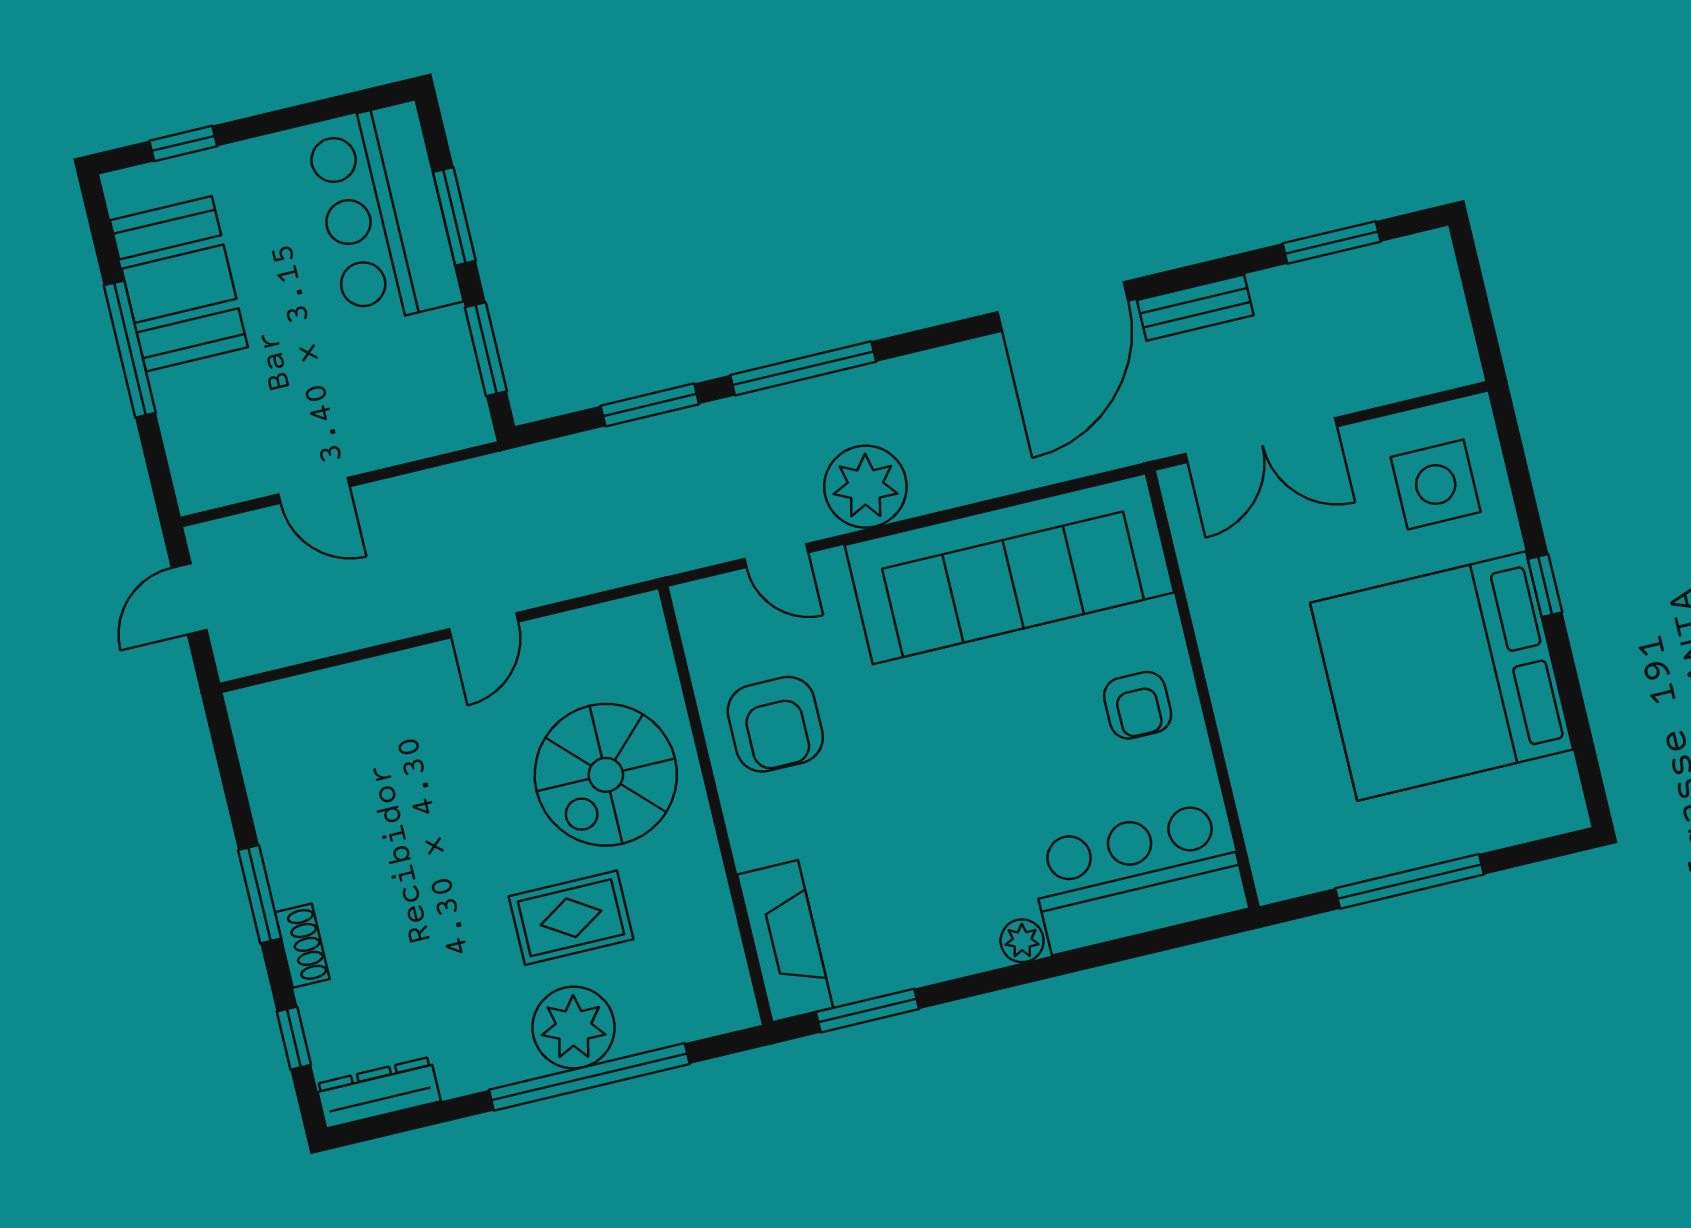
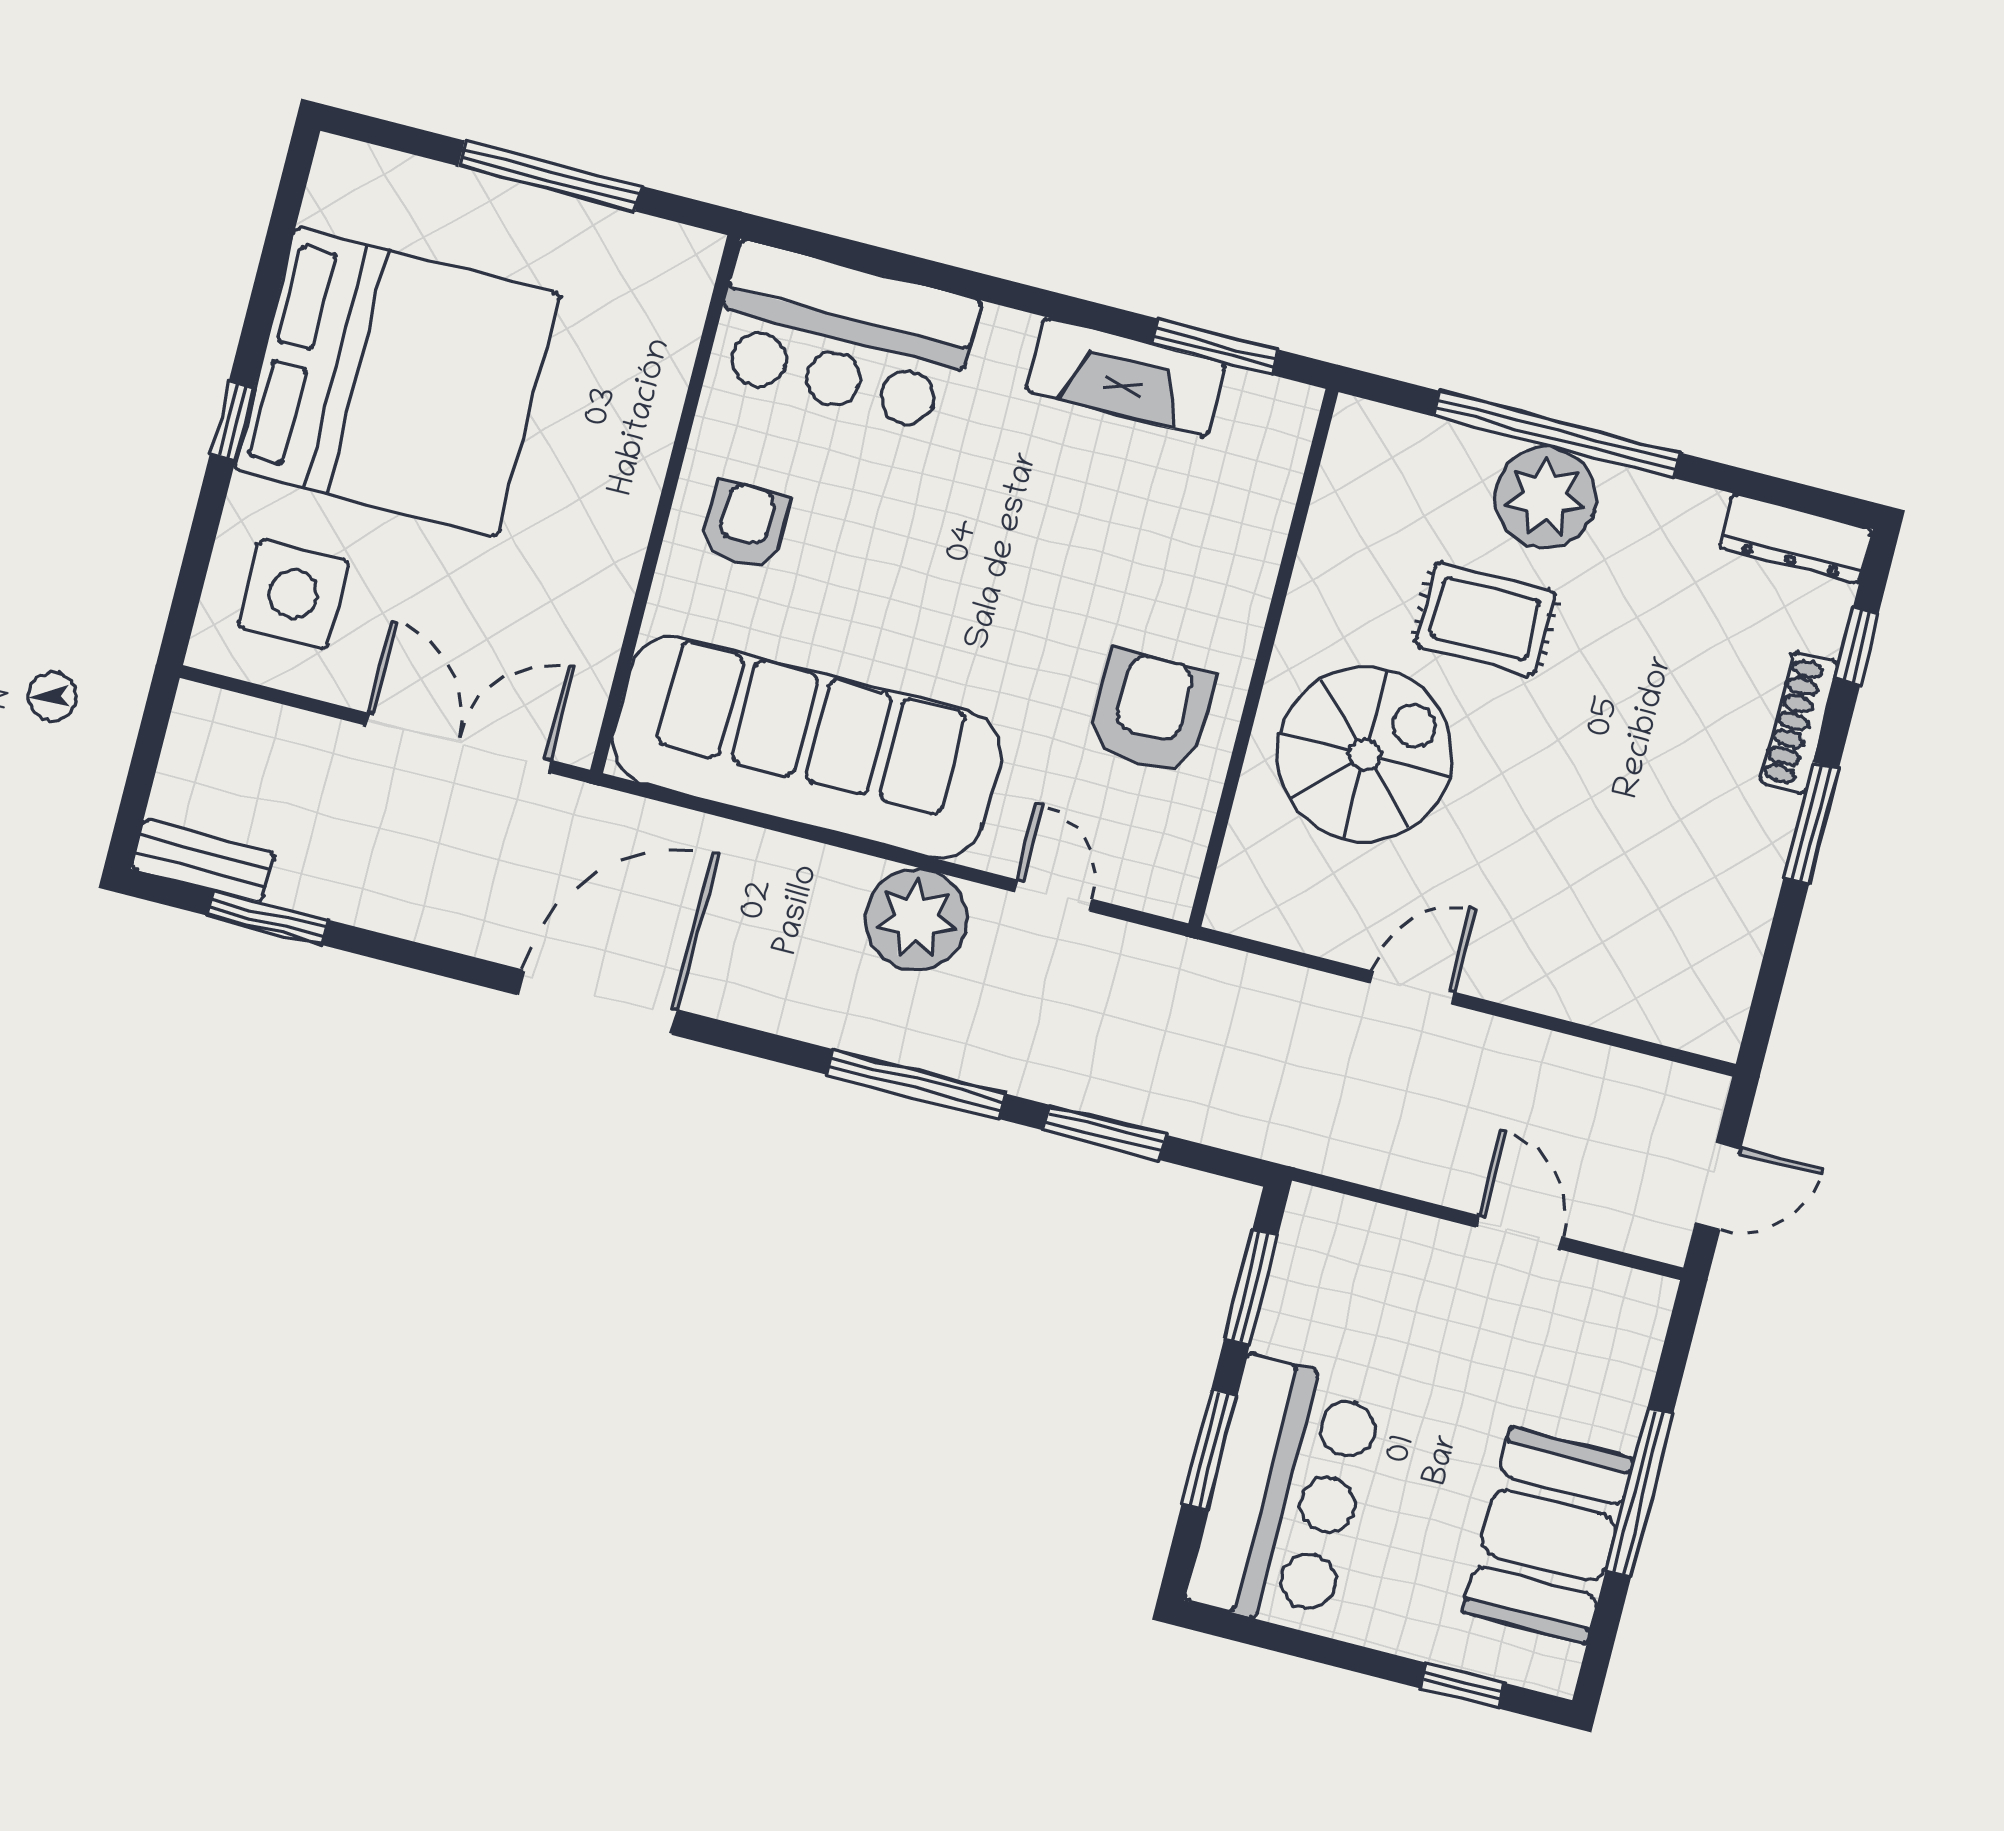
bench: (1195, 308) -> (203, 861), moved
fireplace: (785, 941) -> (1126, 377), moved, turned -90
plant: (1022, 941) -> (1006, 334), removed
shoe rack: (302, 946) -> (1799, 723), width x1.43

